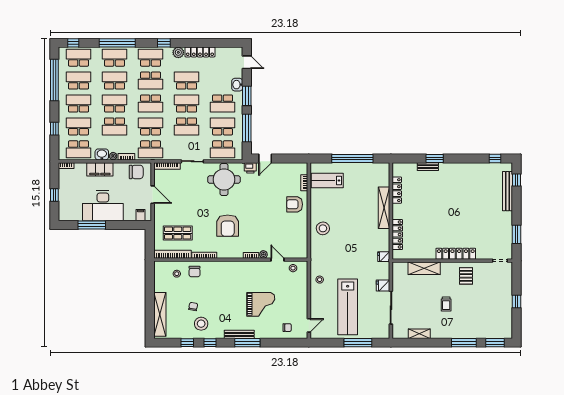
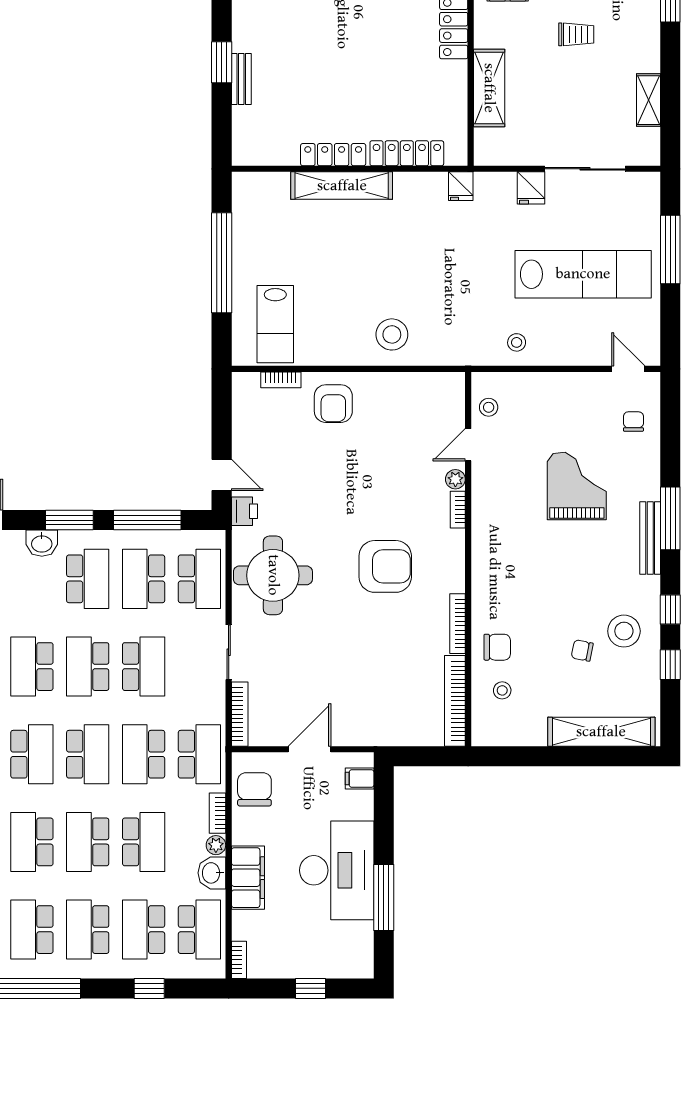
locker: (397, 190) -> (333, 155), moved
shop shelf: (178, 233) -> (403, 688), removed

